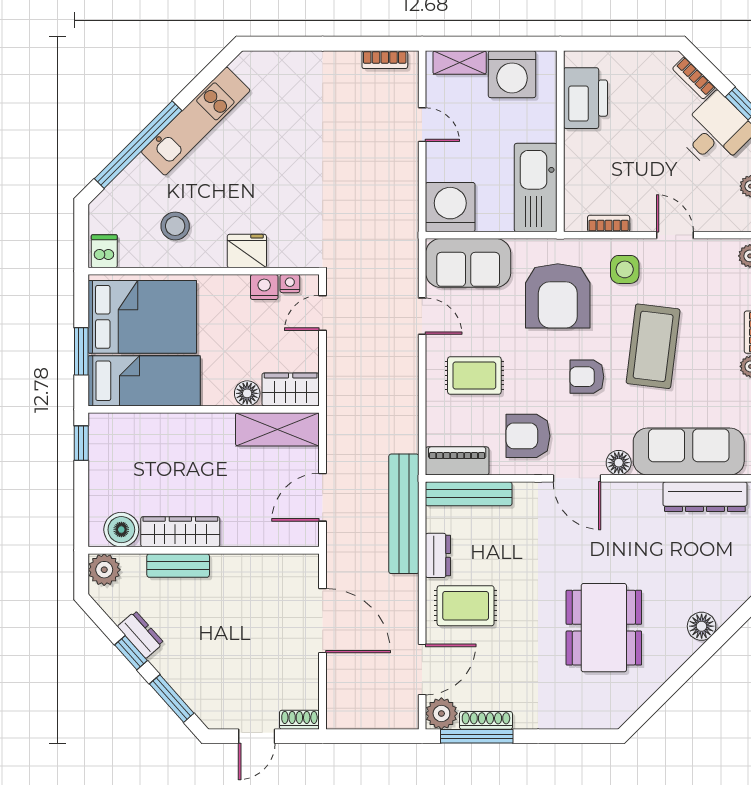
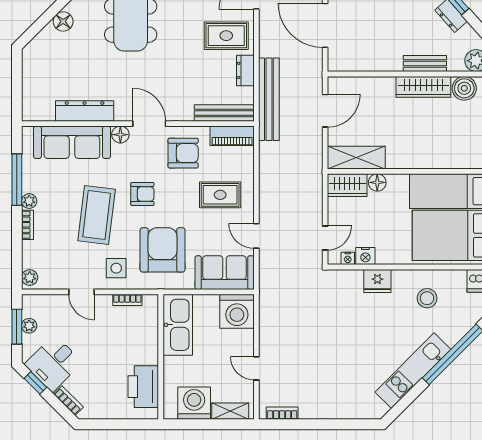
dresser: (705, 497) -> (85, 111), moved

